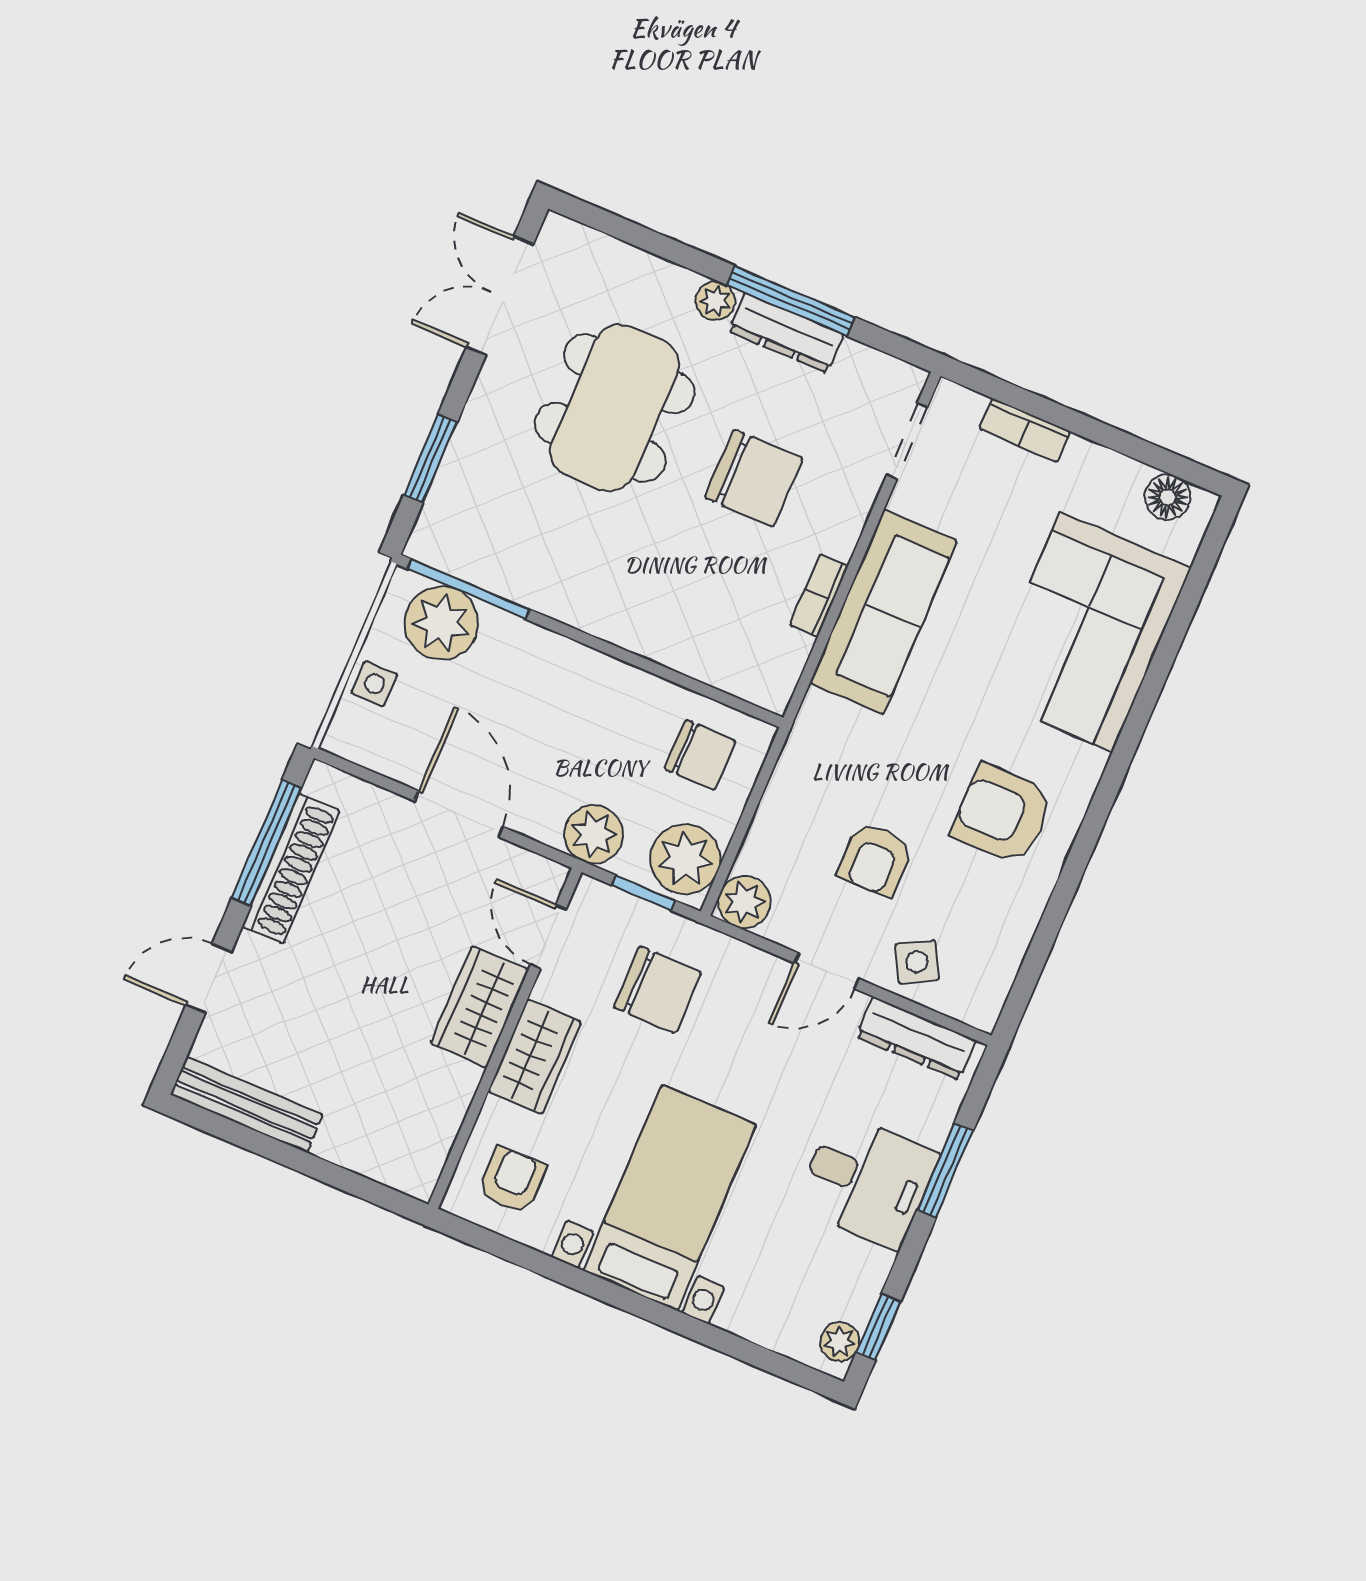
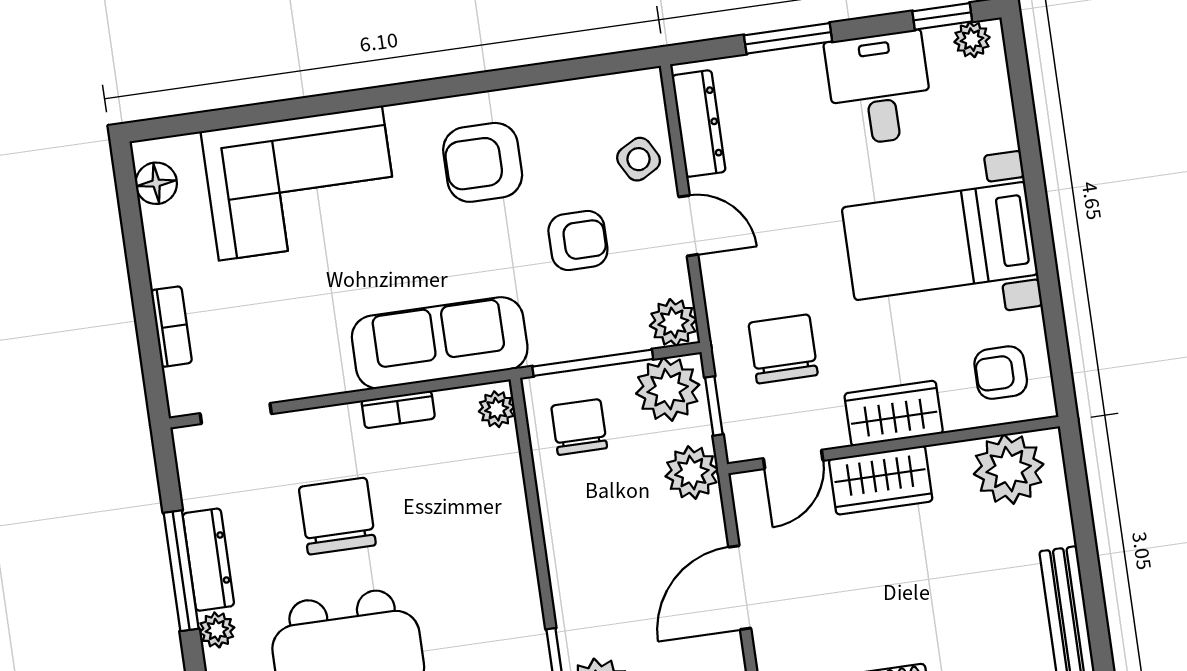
sofa: (883, 612) -> (440, 343), moved
plant: (763, 688) -> (497, 409), added
window: (752, 804) -> (593, 363), added
armchair: (1002, 814) -> (483, 162), turned 90
plant: (417, 1133) -> (1009, 469), added
desk: (867, 1180) -> (879, 88), moved

